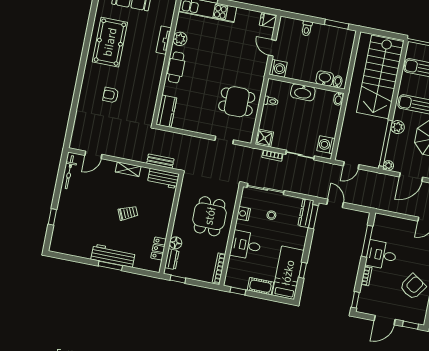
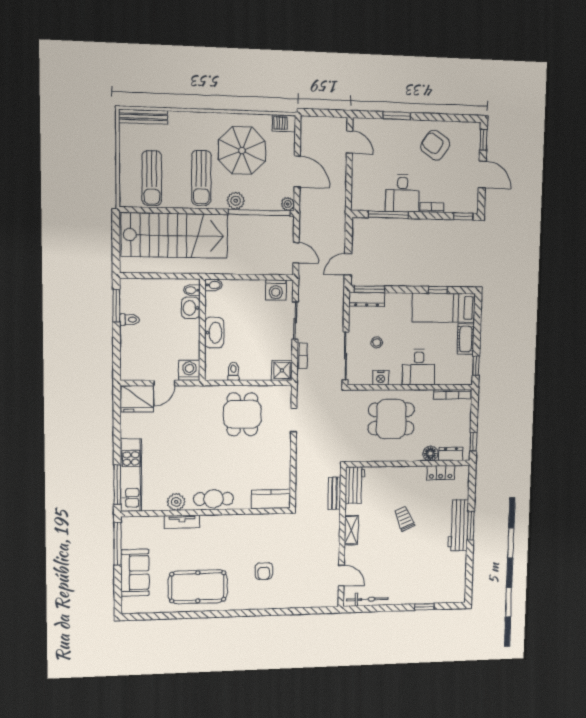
fridge: (268, 21) -> (137, 399), width x1.88, depth x1.34
toilet: (307, 28) -> (130, 320), moved

